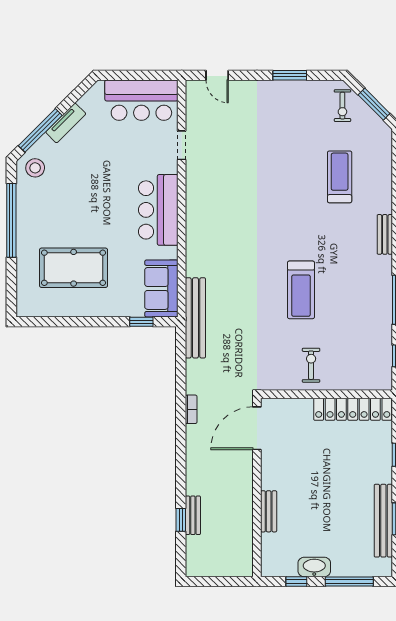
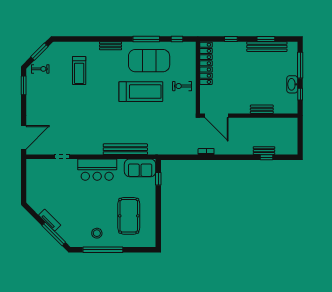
door: (217, 75) -> (24, 137), width x1.87
window: (290, 75) -> (24, 85), moved
bar counter: (141, 100) -> (37, 179), removed
stool: (35, 168) -> (97, 233), moved
treadmill: (340, 177) -> (79, 70), turned -90
treadmill: (301, 290) -> (141, 92), width x1.37, depth x1.38
exercise mat: (358, 305) -> (149, 61), added
bench: (195, 318) -> (125, 149), moved

